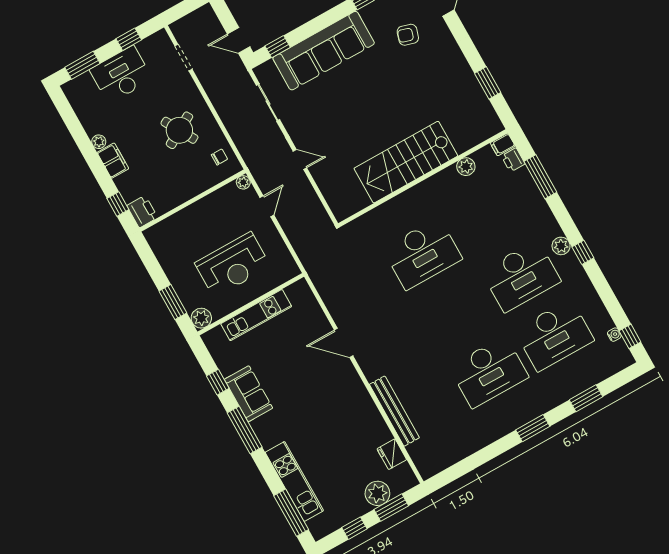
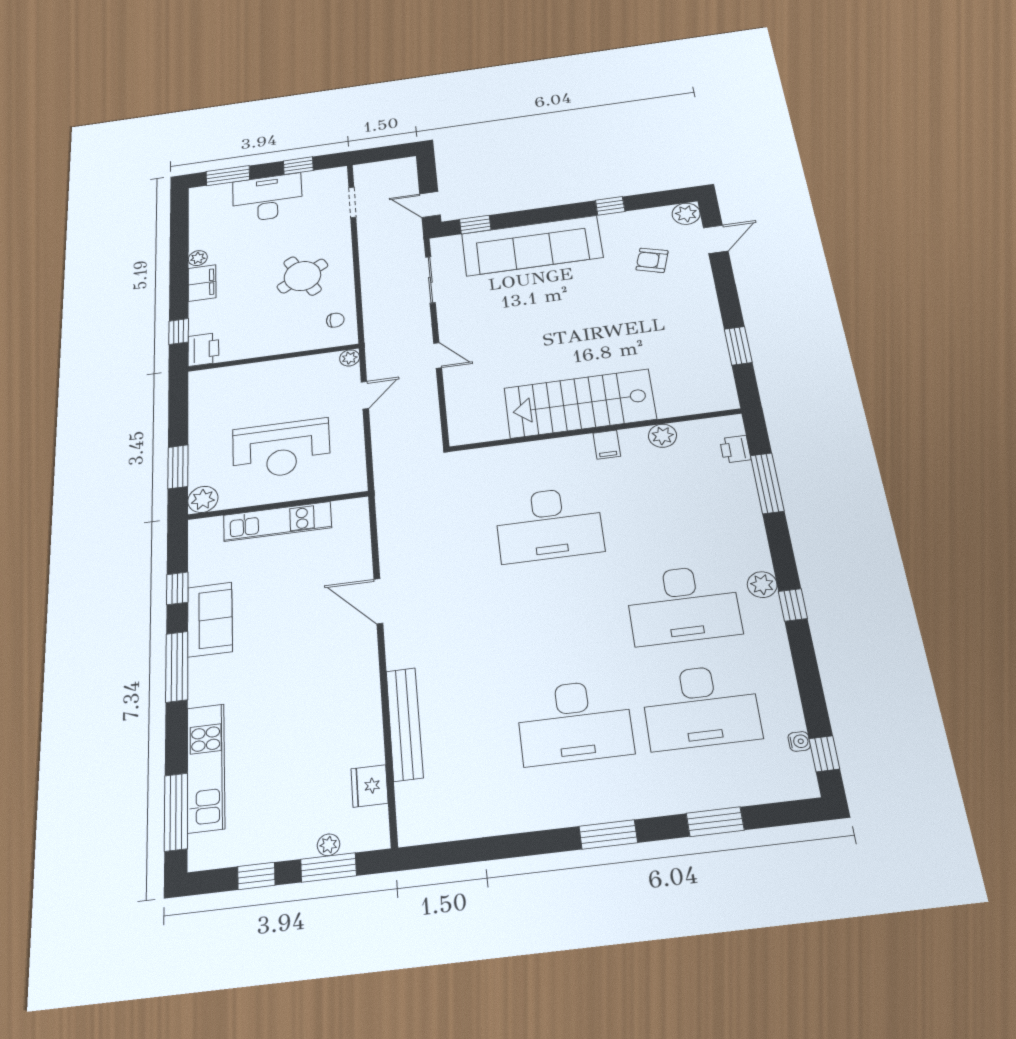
filing cabinet: (503, 144) -> (607, 445), moved, turned -90
plant: (377, 493) -> (329, 845), width x0.53, depth x0.53

